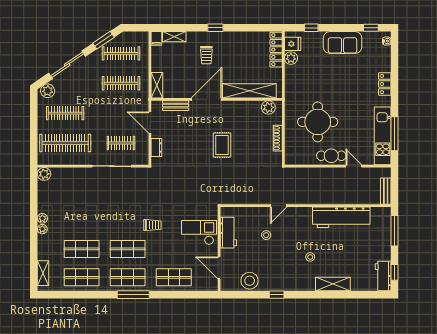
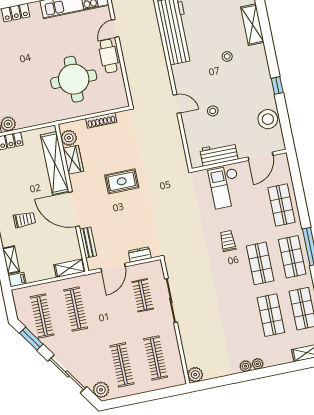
wardrobe: (249, 107) -> (73, 160), added
clothes rail: (65, 143) -> (156, 358), width x0.73, depth x0.76

